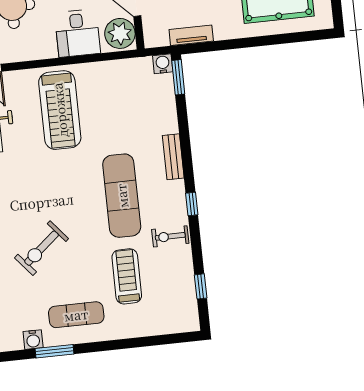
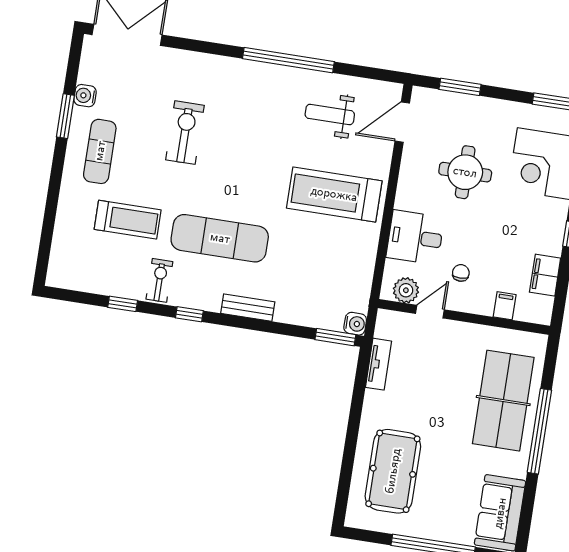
plant: (120, 33) -> (406, 290), width x0.73, depth x0.73
exercise bike: (42, 248) -> (185, 133), turned 40
window: (201, 286) -> (123, 304), moved

